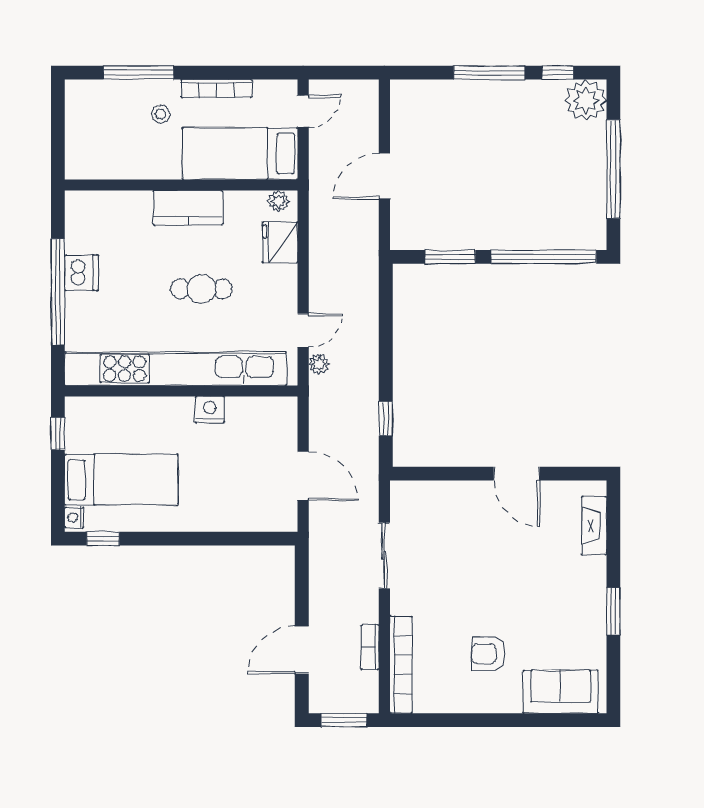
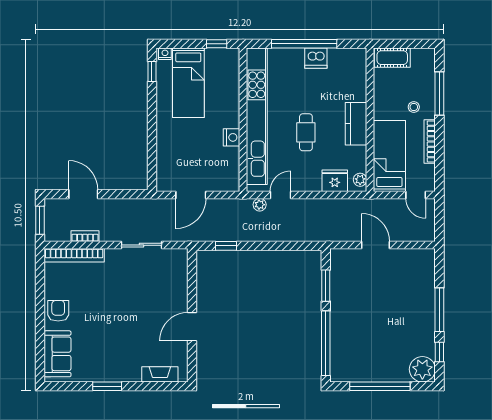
cot: (80, 149) -> (392, 58), added
door: (303, 330) -> (280, 195), swing flipped
armchair: (489, 654) -> (58, 311), moved

